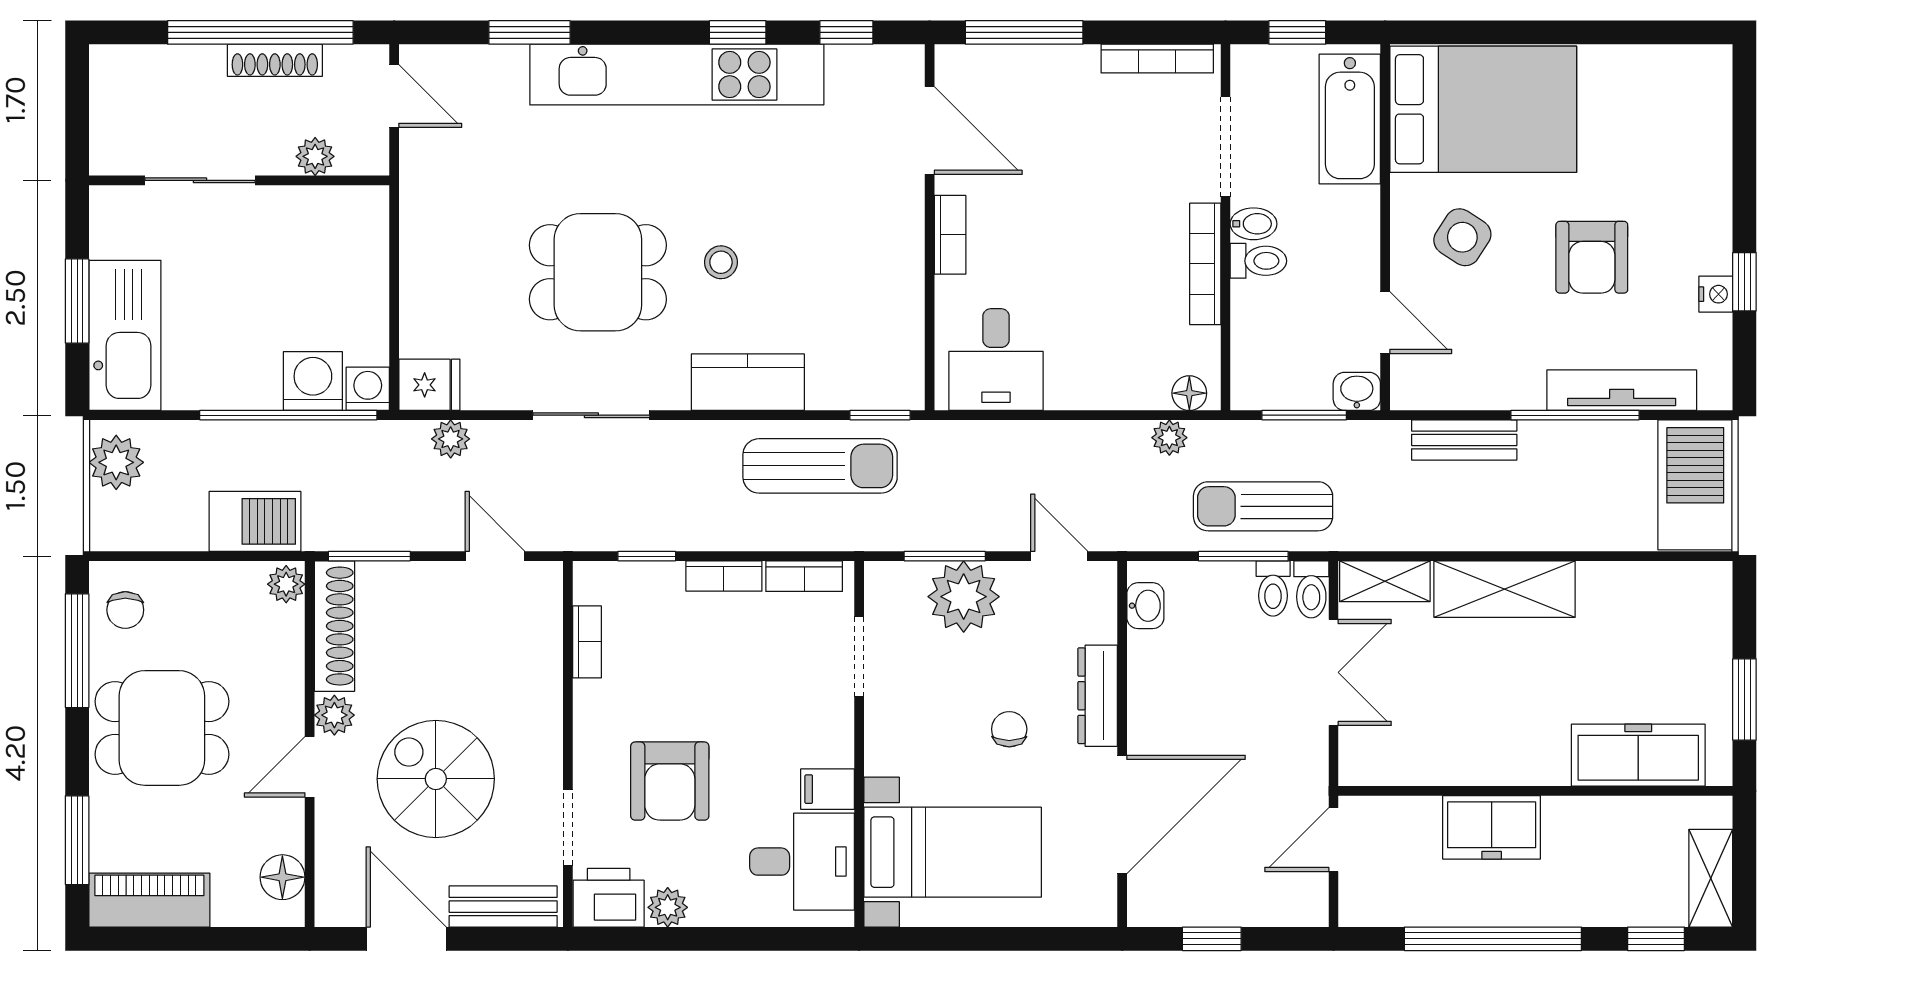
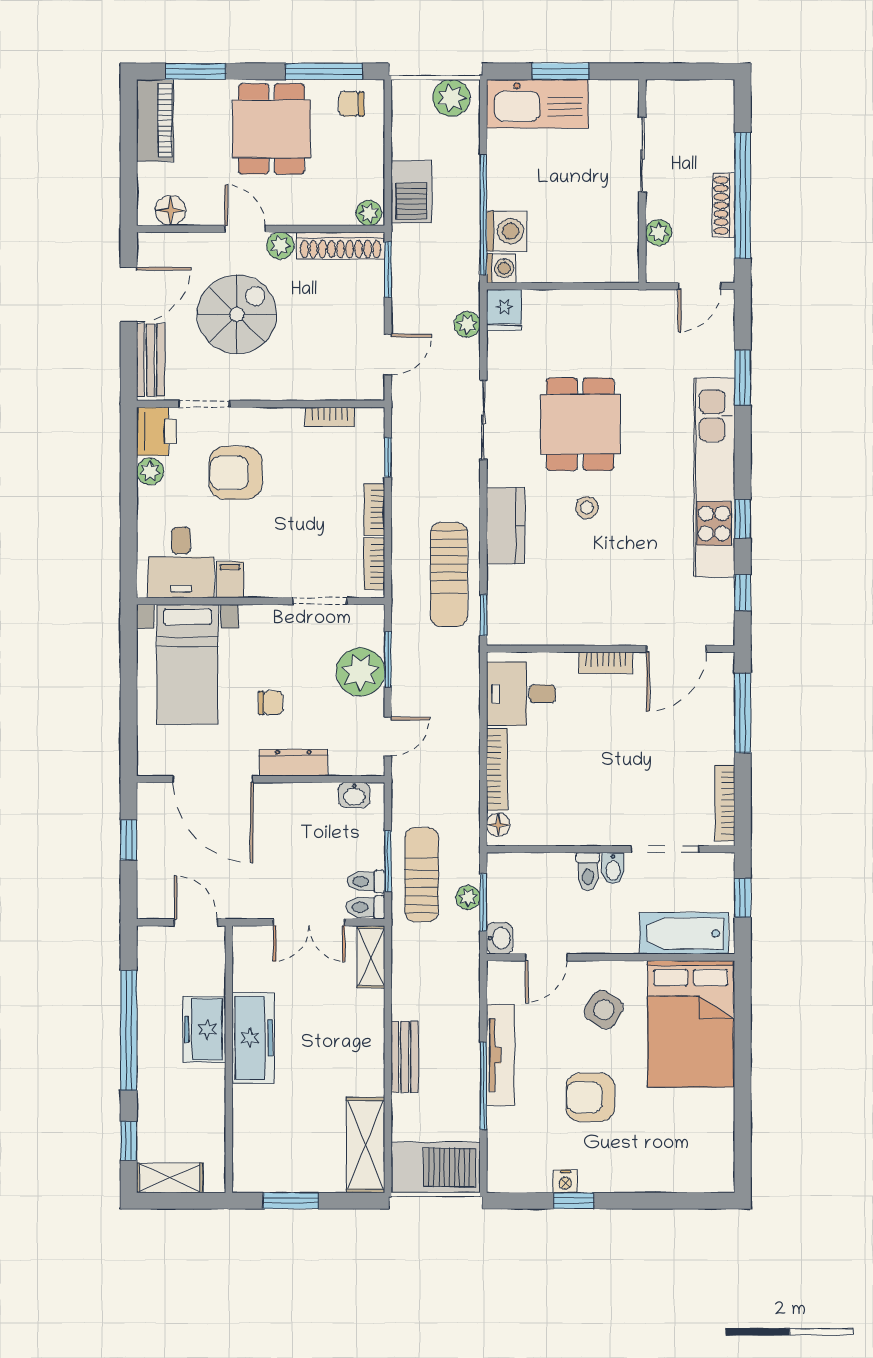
bookcase: (1205, 264) -> (497, 769), moved, turned 90
tv unit: (1622, 390) -> (500, 1055), moved
plant: (1169, 438) -> (468, 897), moved
bench: (1464, 440) -> (405, 1057), moved
shelving: (1505, 589) -> (366, 1145), moved
freezer: (1638, 755) -> (253, 1038), moved

